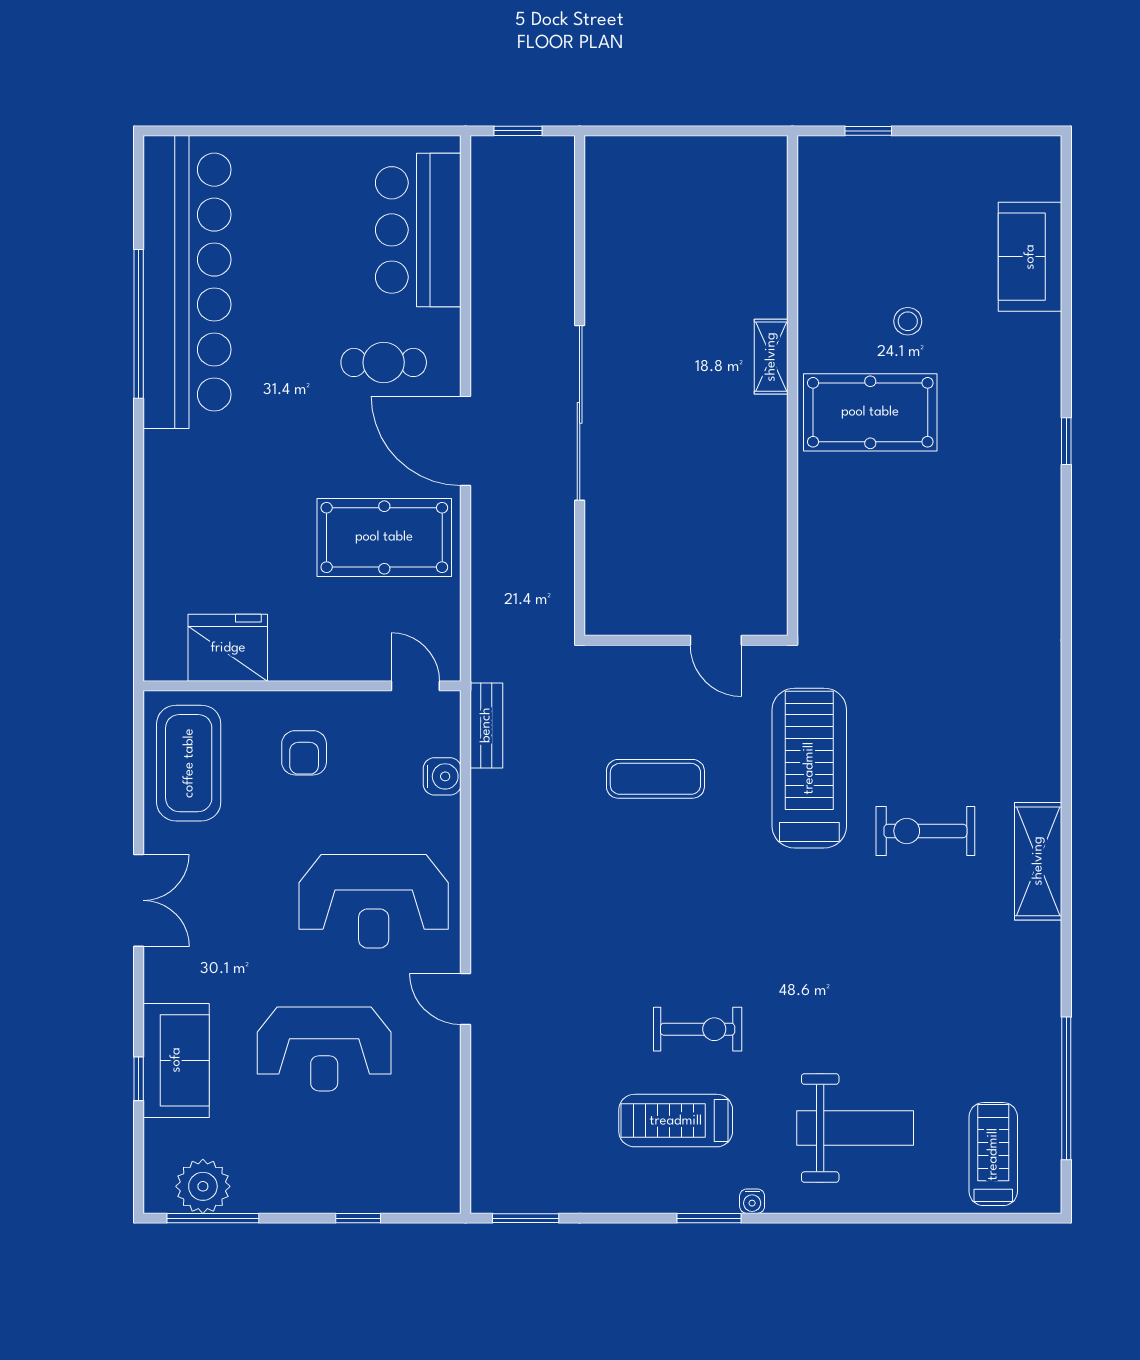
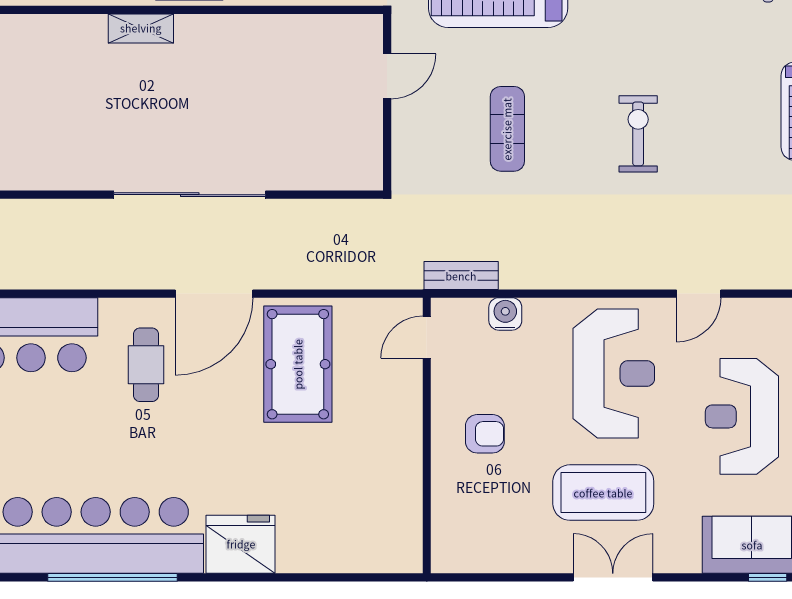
fridge: (228, 648) -> (241, 544), moved, turned 90
coffee table: (189, 763) -> (603, 493), moved
exercise bike: (698, 1029) -> (638, 134), moved
reception desk: (324, 1049) -> (742, 416), turned 180

